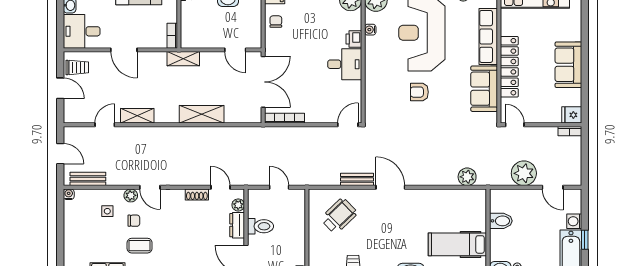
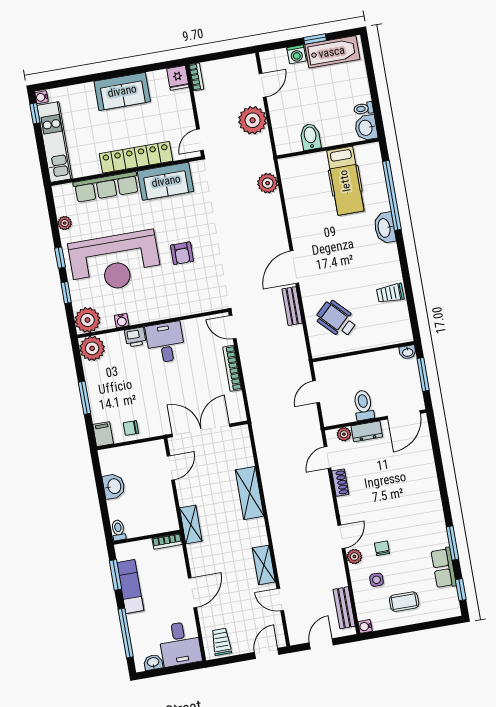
door: (60, 88) -> (267, 653), moved
bookcase: (285, 118) -> (232, 368), moved
coffee table: (140, 246) -> (404, 602), moved, turned 90

